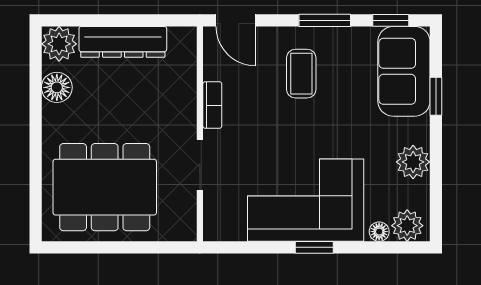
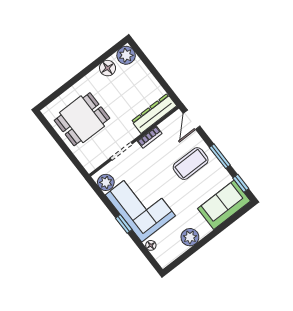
dresser: (123, 42) -> (154, 113), moved, turned 90
coffee table: (301, 74) -> (191, 164), width x1.36, depth x1.30
window: (436, 96) -> (224, 226), removed
dining table: (105, 187) -> (82, 119), width x0.73
plant: (407, 226) -> (106, 182), moved

